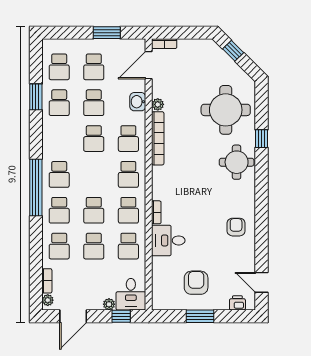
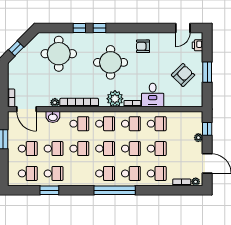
round table: (237, 162) -> (111, 62), moved, width x1.36, depth x1.36
window: (261, 167) -> (100, 28), added
school desk: (94, 174) -> (105, 149), added
plant: (163, 188) -> (115, 99), added
armchair: (196, 283) -> (183, 75), turned 135
desk: (131, 294) -> (191, 122), removed

